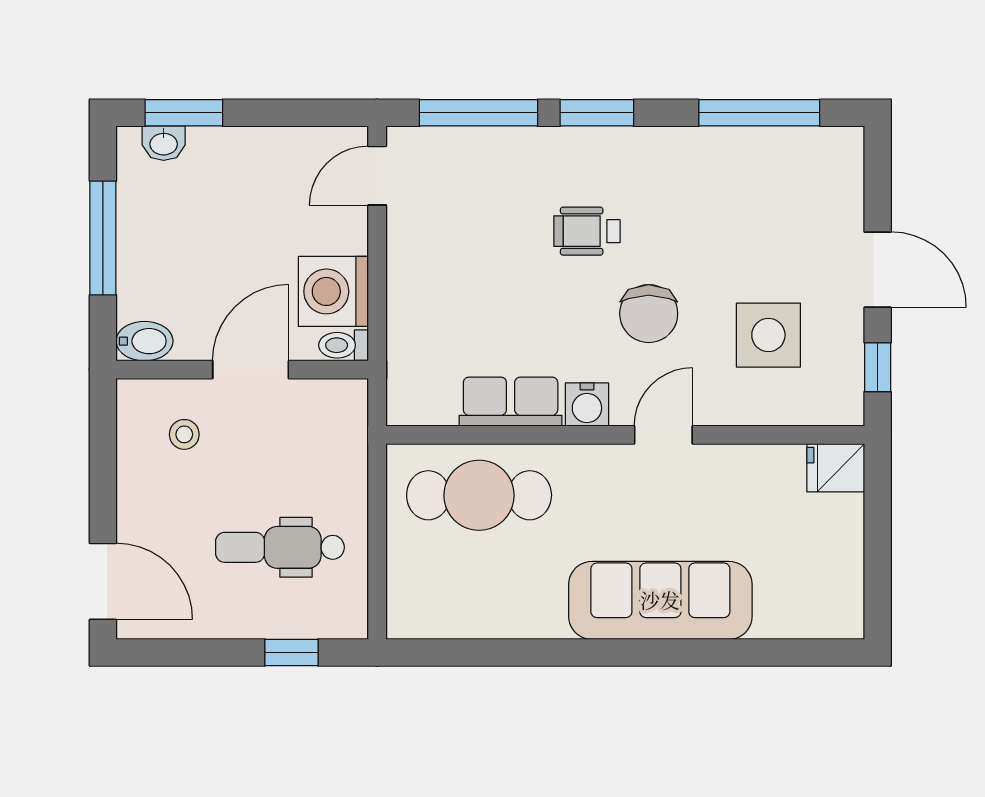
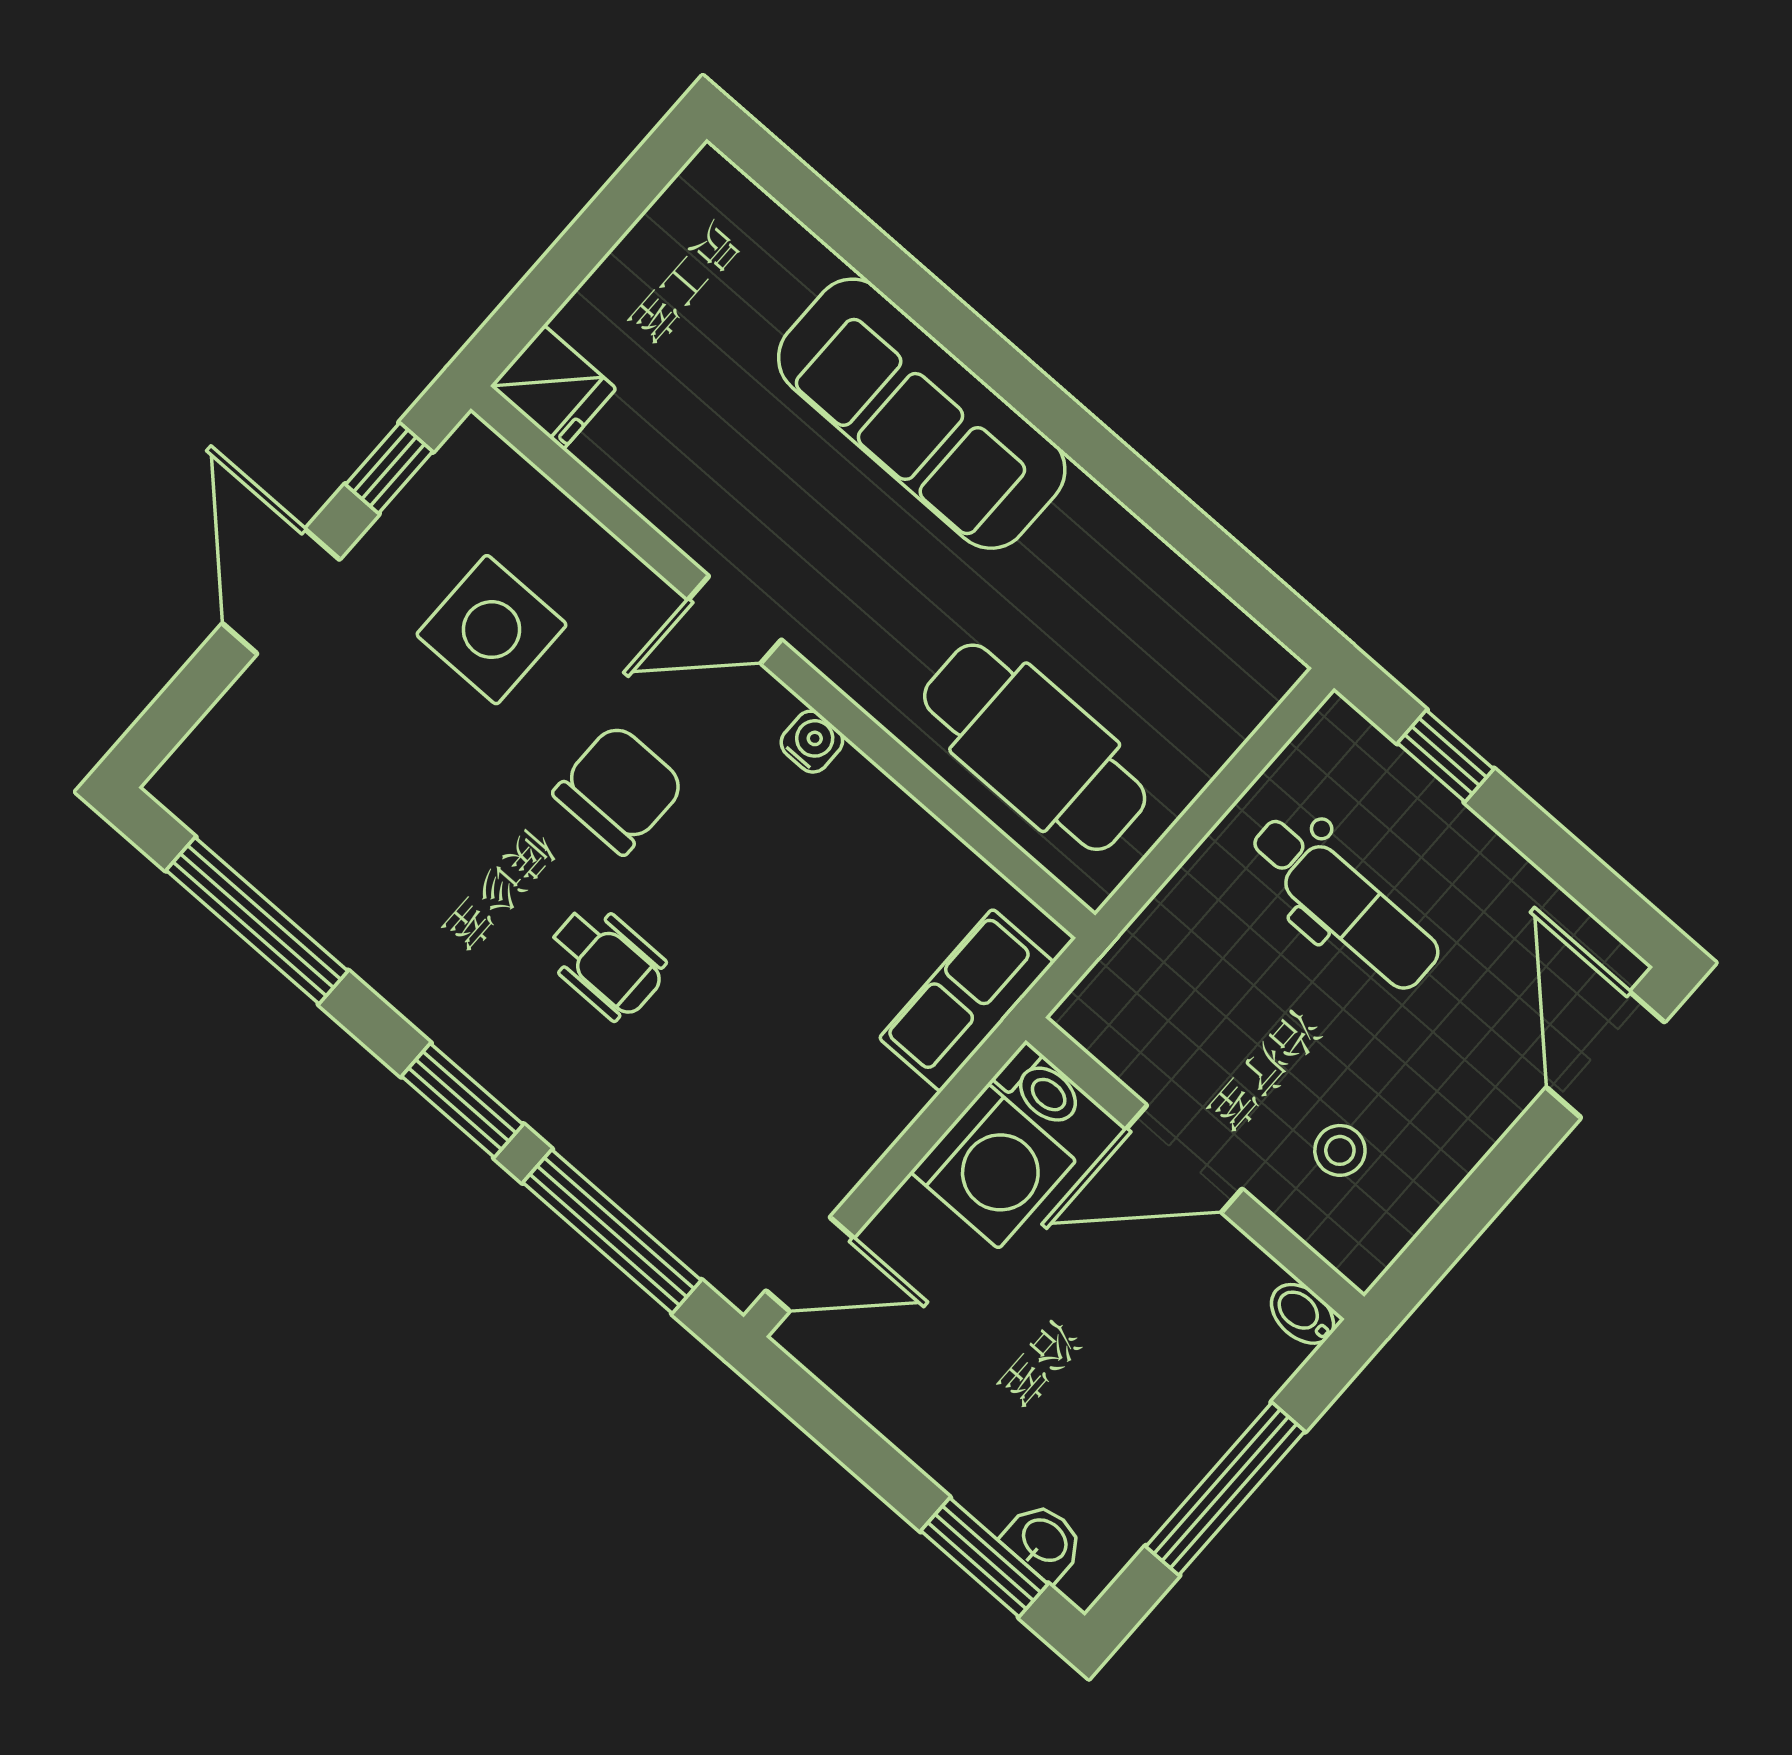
bidet: (144, 341) -> (1303, 1314), width x0.72, depth x0.74
row of seats: (511, 402) -> (967, 1000), moved, turned 90
water cooler: (587, 405) -> (812, 742), width x0.72, depth x0.72

